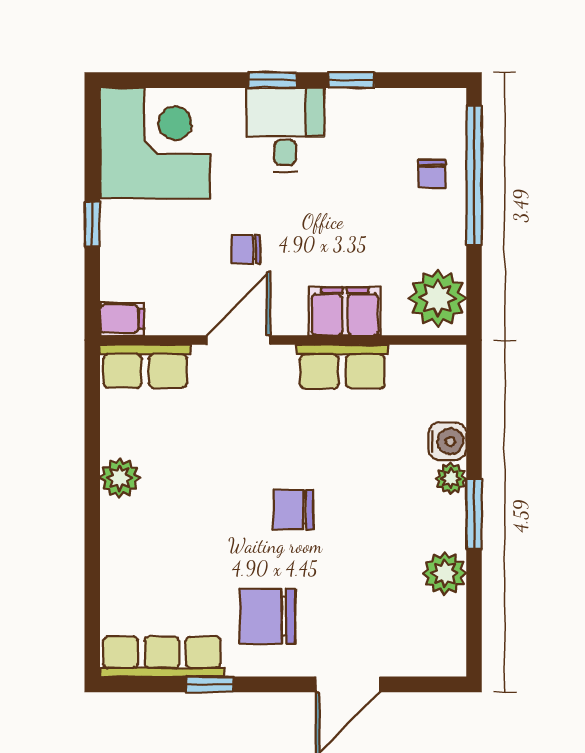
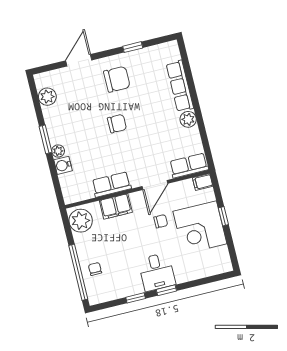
corner desk: (155, 143) -> (200, 228), moved
plant: (445, 573) -> (47, 97), moved
row of seats: (162, 657) -> (180, 86), moved, turned 90

